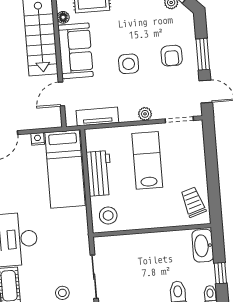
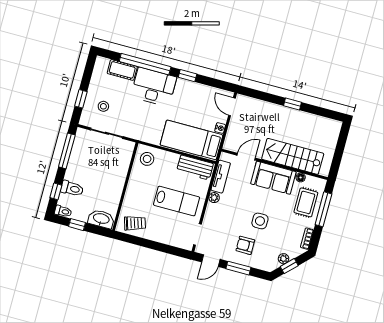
side table: (129, 64) -> (260, 221), moved
door: (61, 94) -> (246, 157), hinge flipped
plant: (145, 114) -> (214, 198), moved
workbench: (99, 173) -> (195, 167), moved

